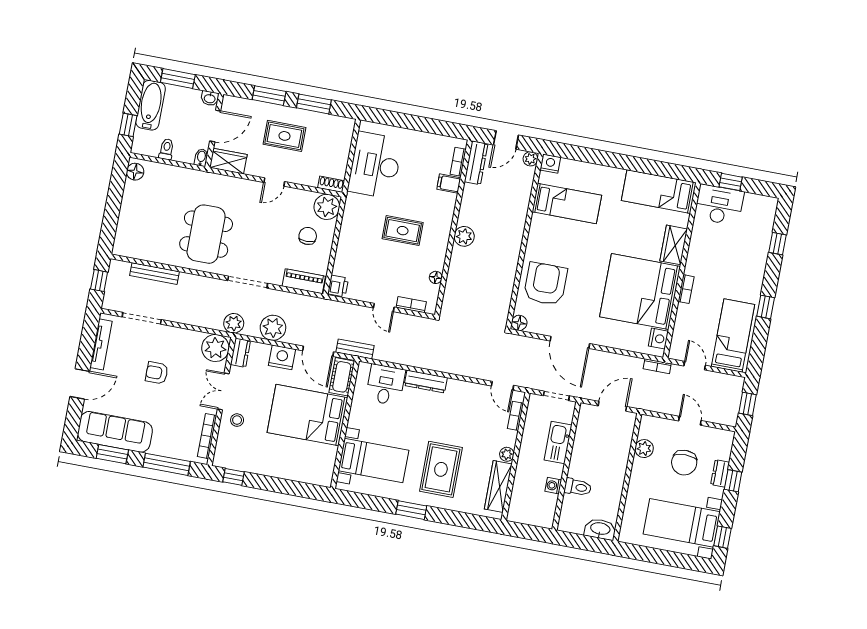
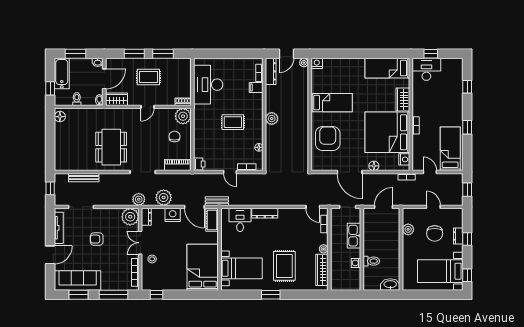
bed: (567, 203) -> (332, 103), moved
floor lamp: (519, 323) -> (374, 166), moved
bed: (307, 415) -> (203, 267), moved, turned 90

